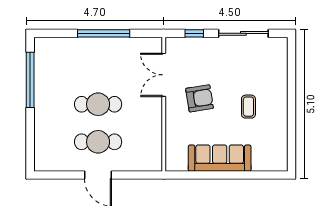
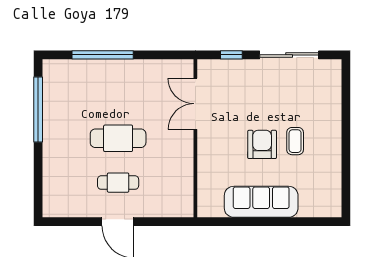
window: (104, 33) -> (103, 55), moved
armchair: (200, 98) -> (262, 144), moved, turned -81
cafe table: (98, 142) -> (118, 183), width x0.73, depth x0.74

